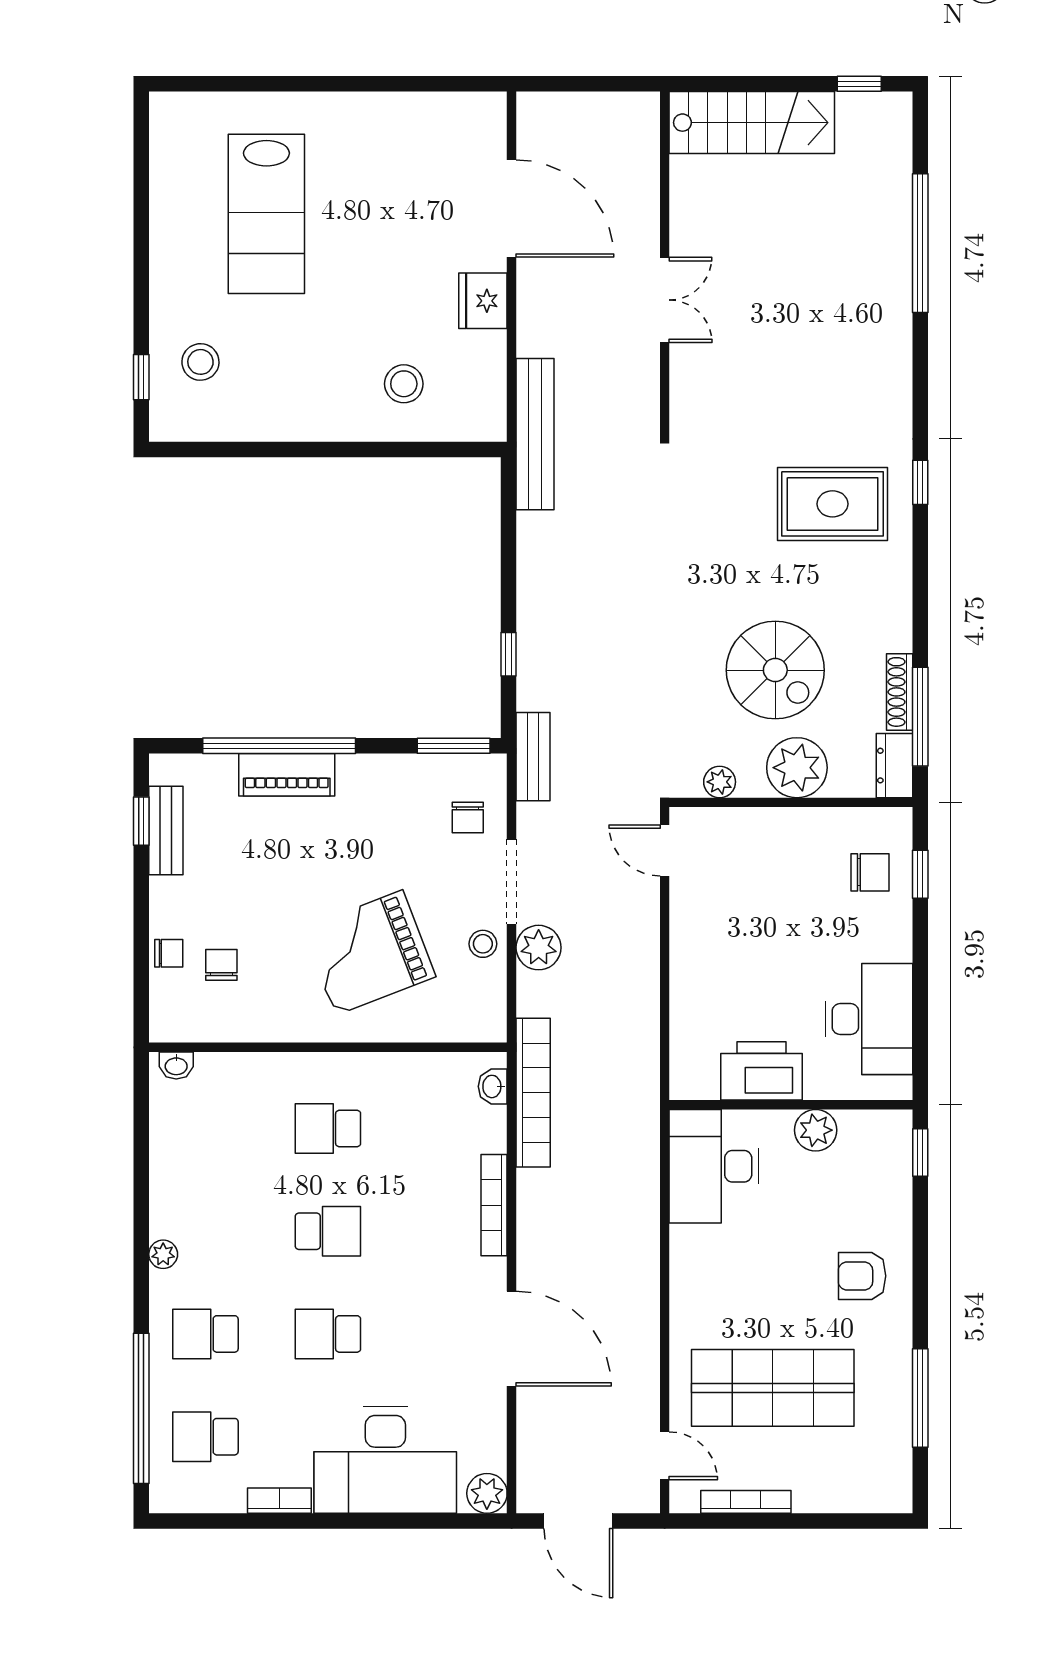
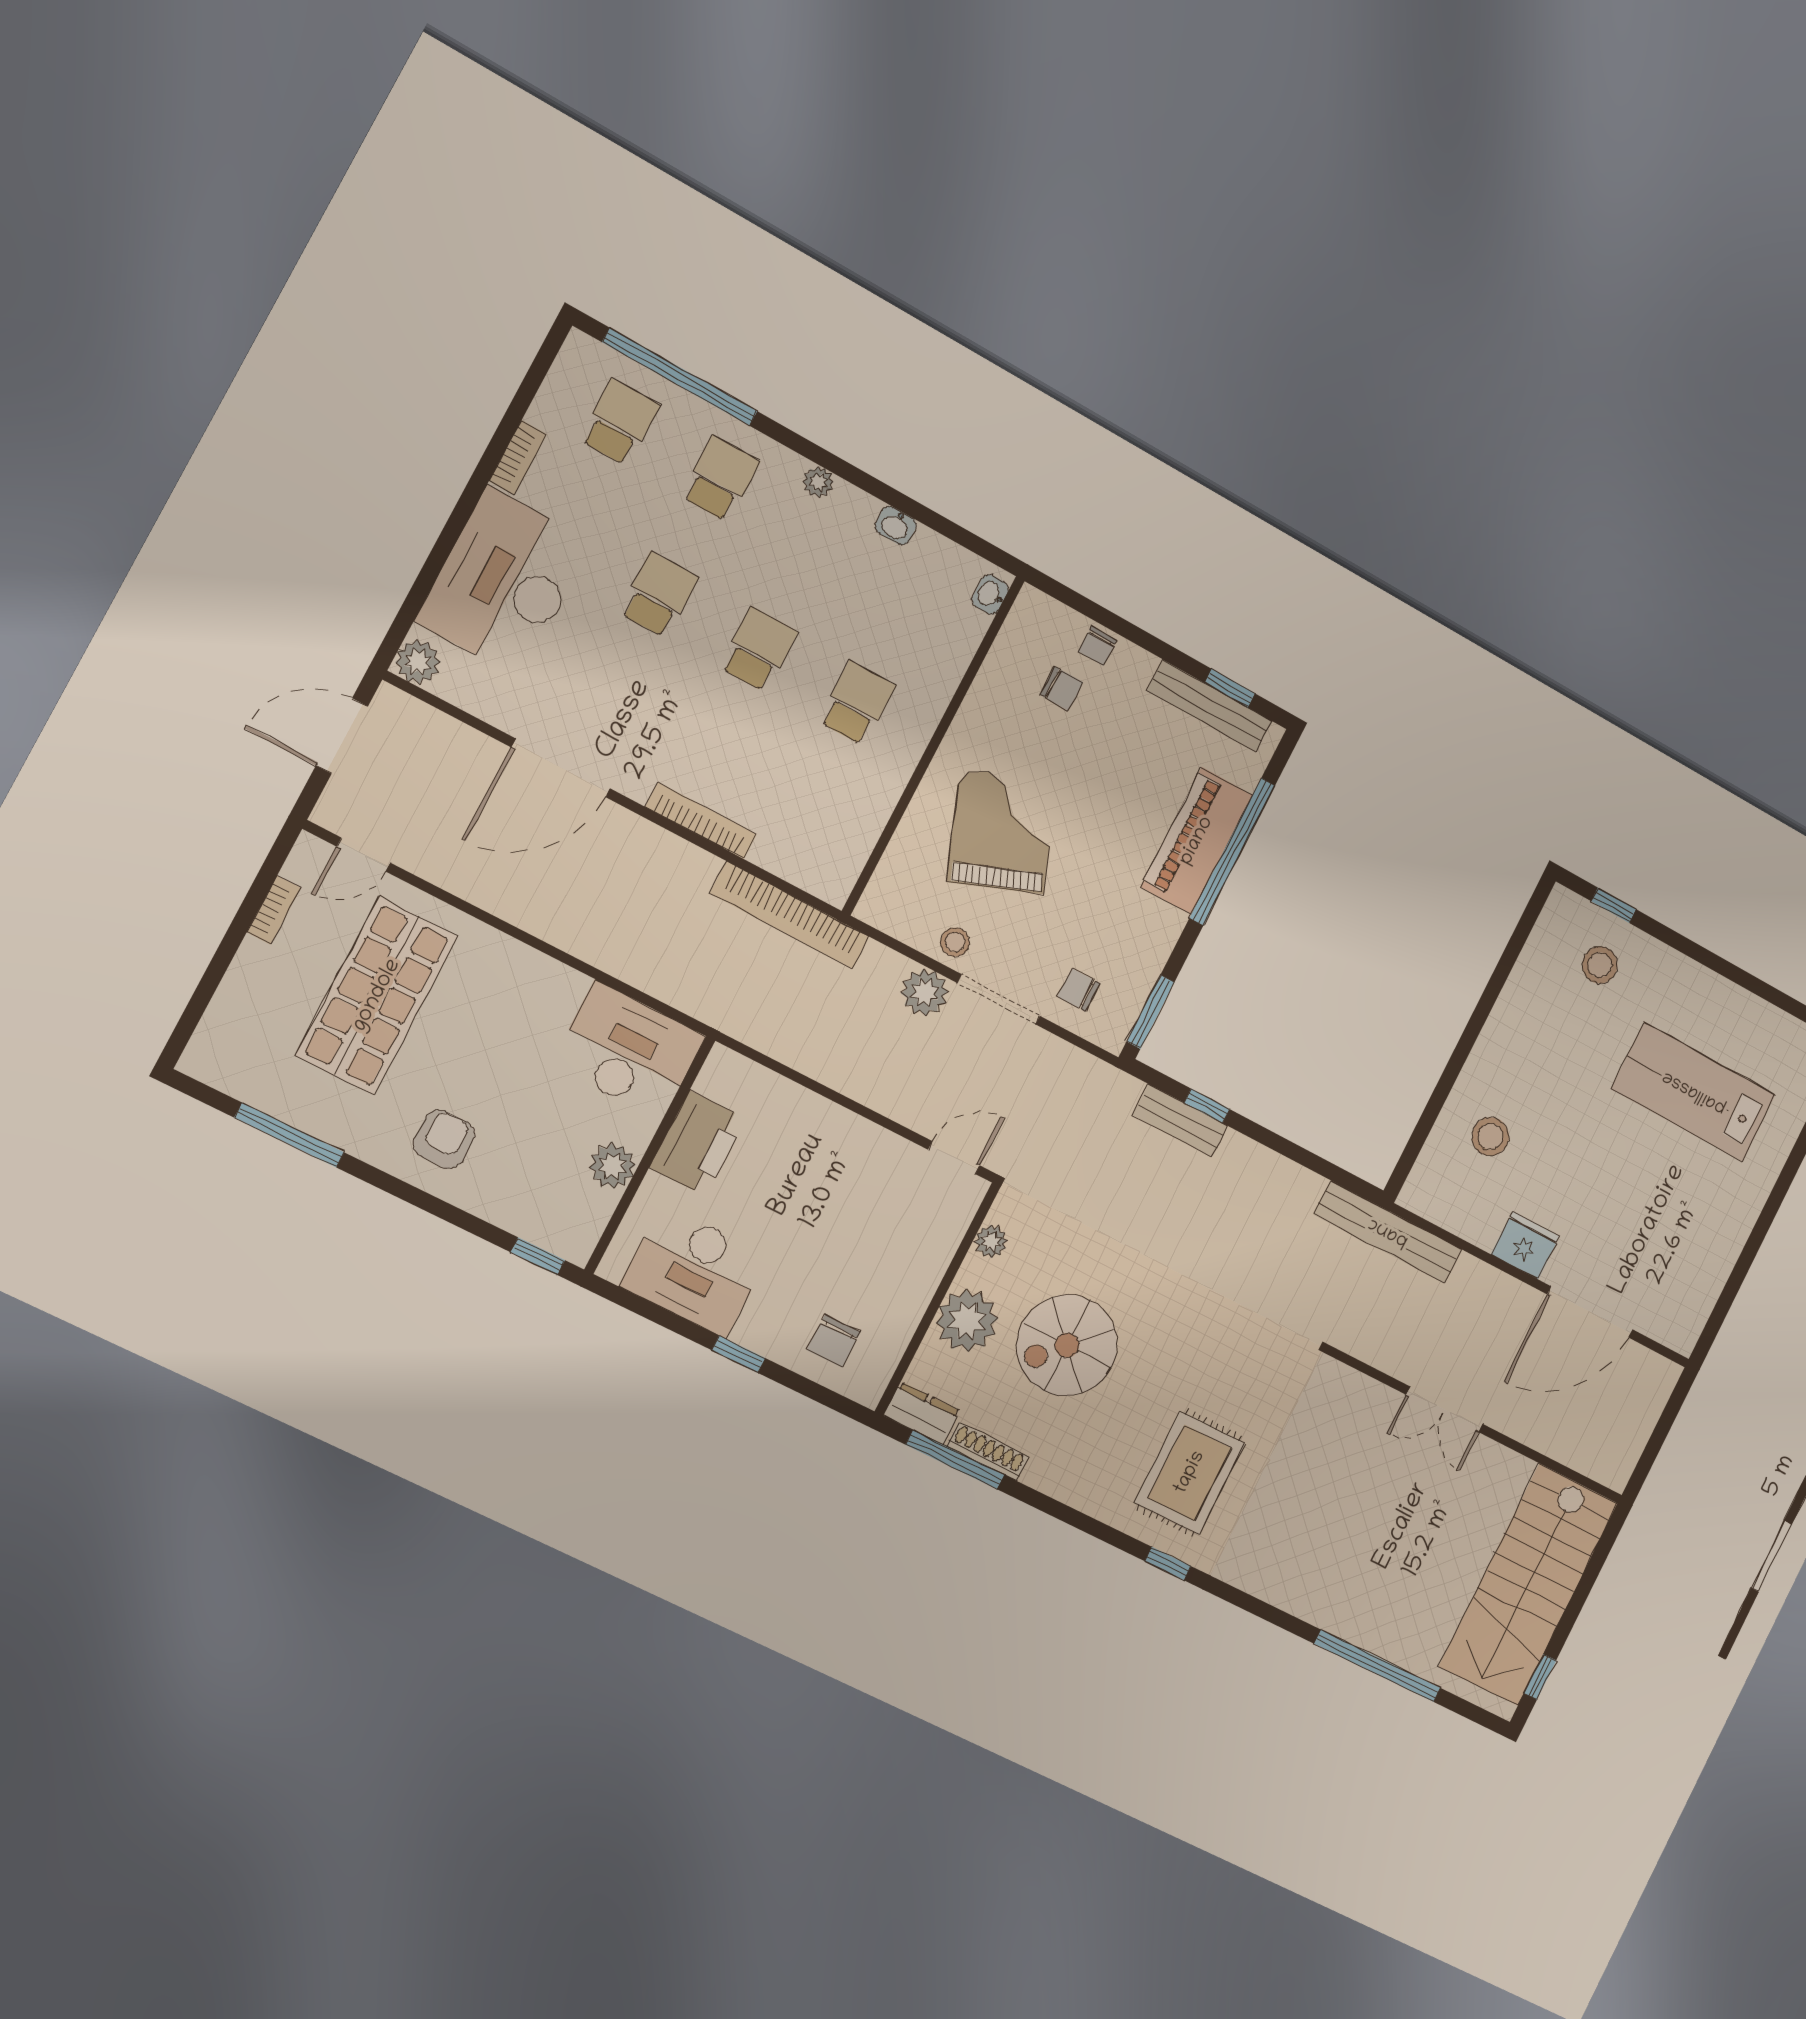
stairs: (752, 123) -> (1529, 1584), width x1.36, depth x1.51
bench: (533, 757) -> (1180, 1121), moved
piano: (287, 775) -> (1197, 841), width x1.37, depth x1.33
bench: (166, 831) -> (1210, 706), width x1.36
window: (920, 874) -> (739, 1354), moved
washbasin: (493, 1086) -> (896, 526), moved, turned 180
school desk: (328, 1231) -> (759, 650), turned 180
bookcase: (746, 1502) -> (274, 910), width x0.64

